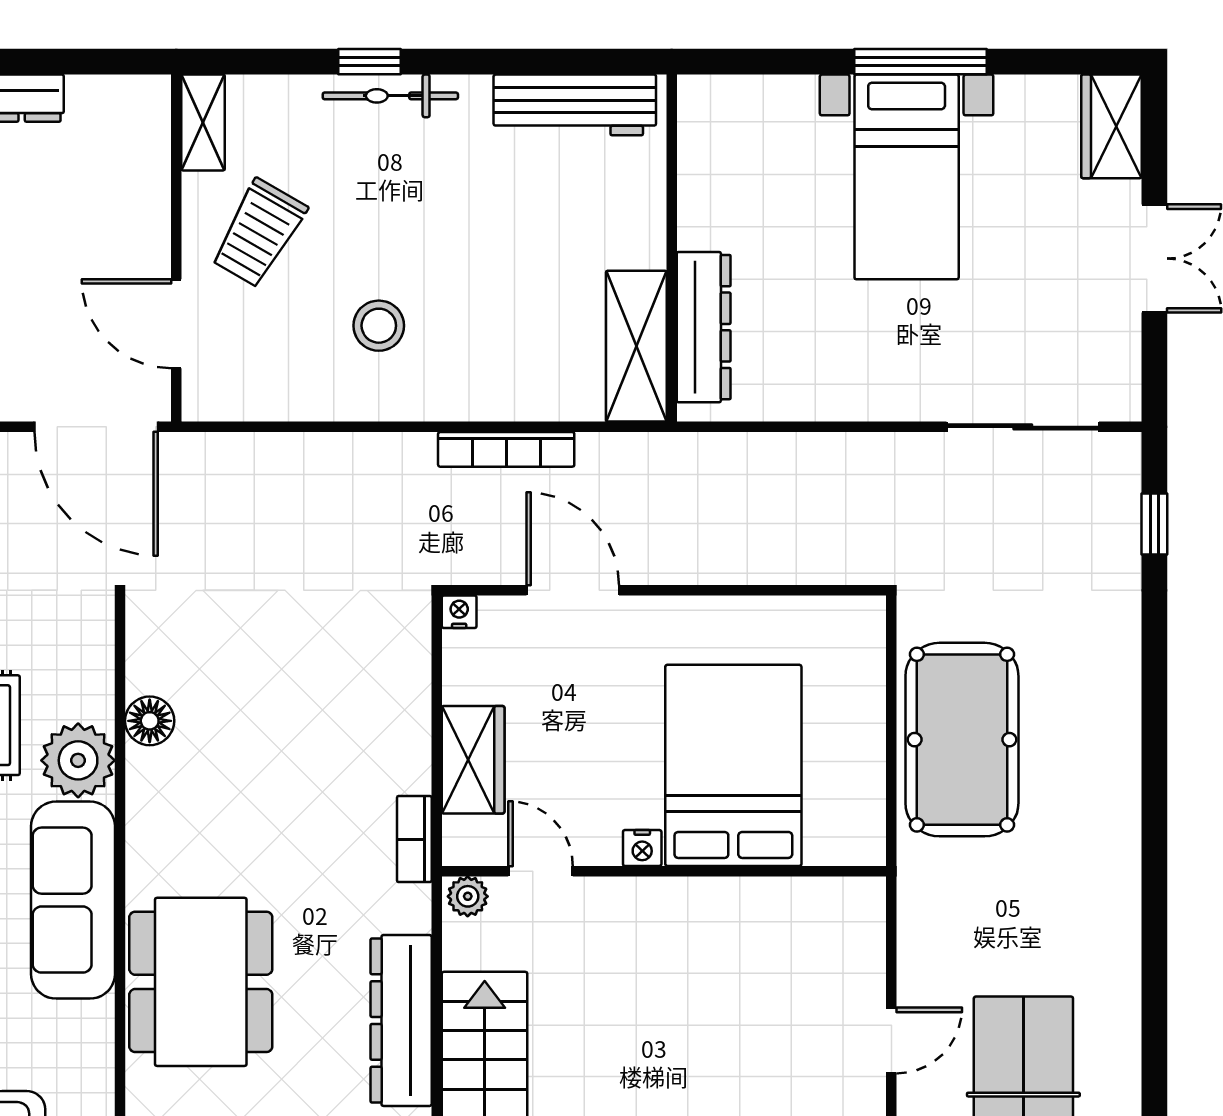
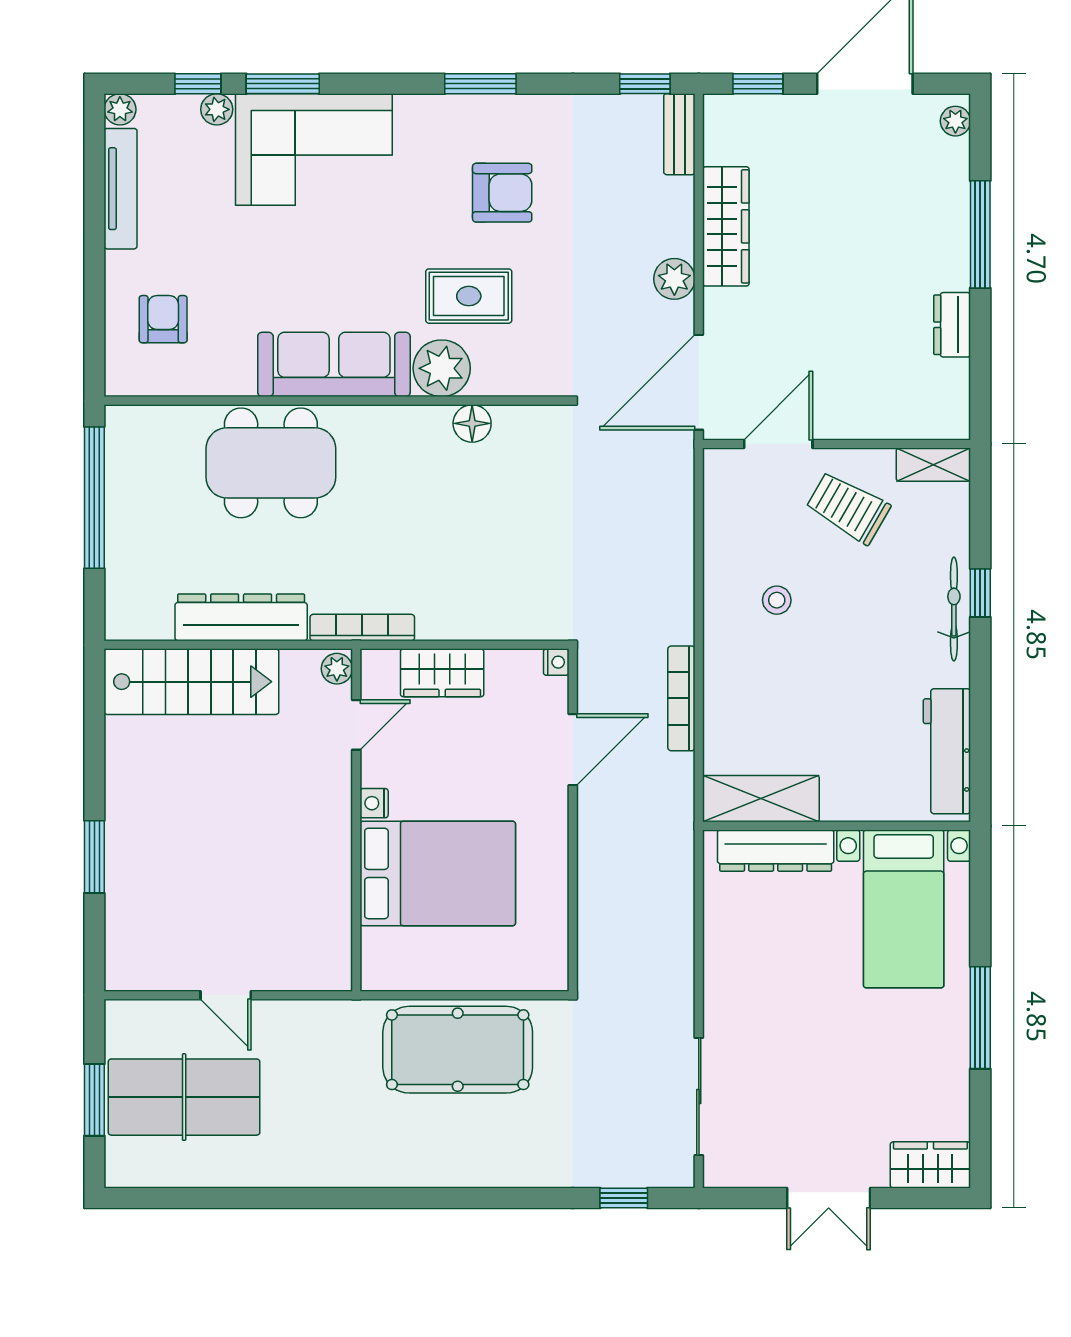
bed with nightstands: (907, 177) -> (904, 909), moved, turned -90
stool: (379, 326) -> (777, 600), width x0.73, depth x0.73
bookcase: (414, 839) -> (362, 628), width x1.56

